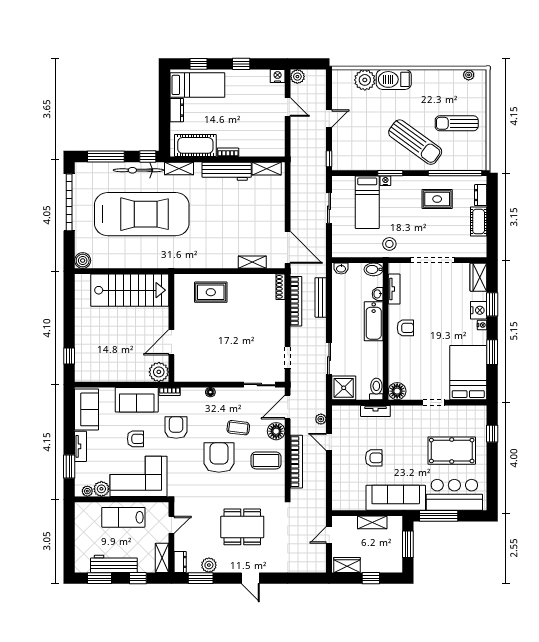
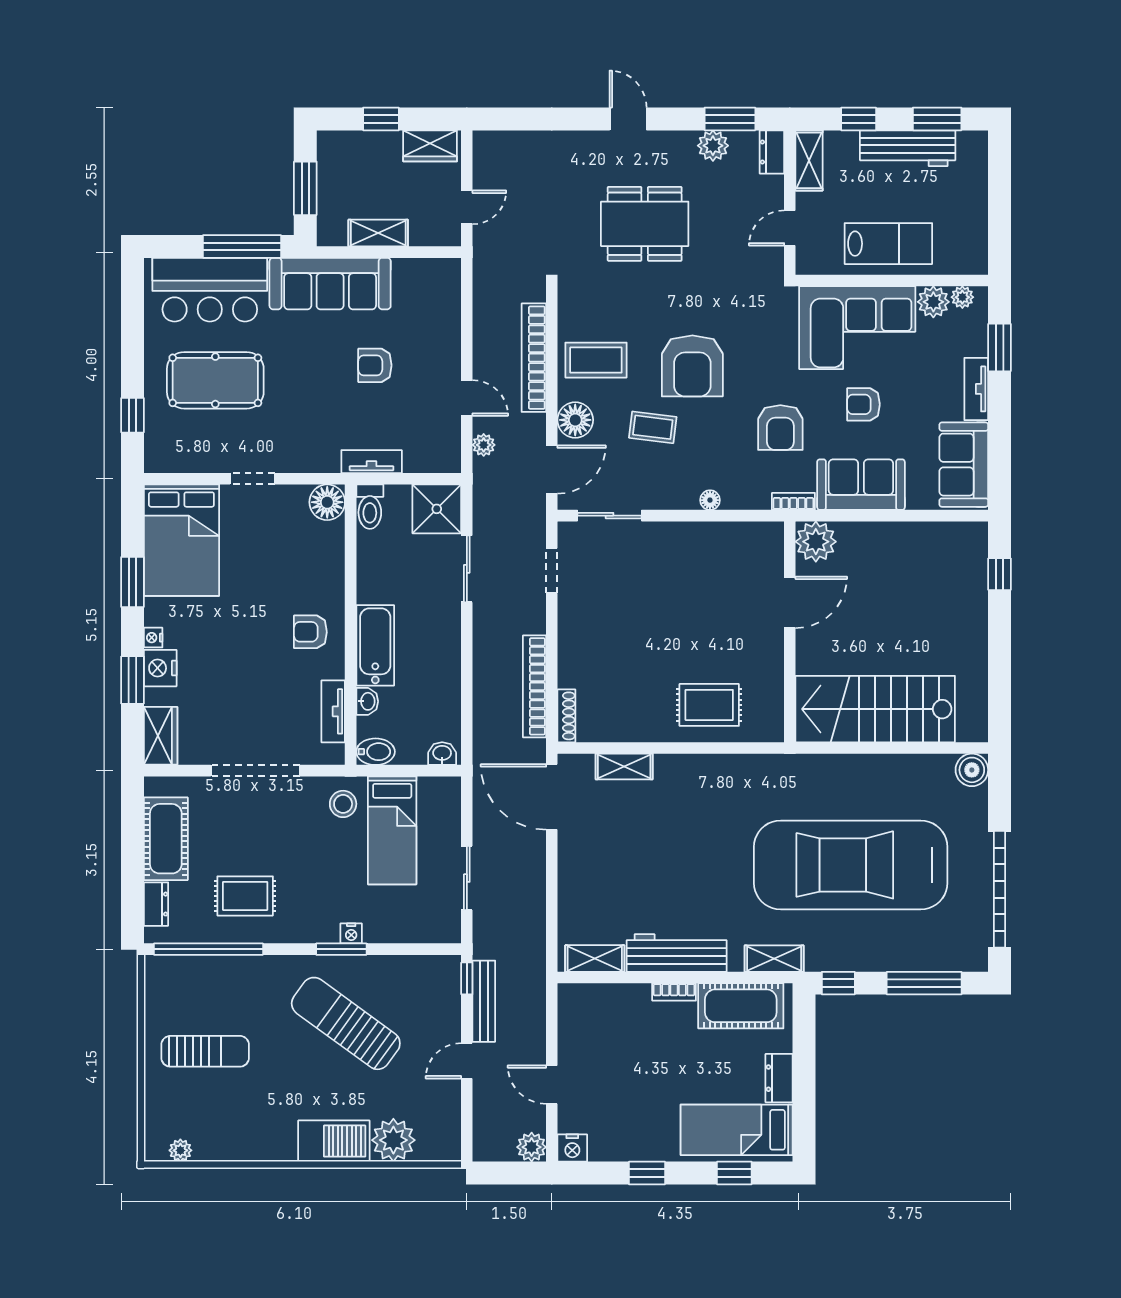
sun lounger: (415, 142) -> (346, 1023), moved
bicycle: (138, 170) -> (857, 955), removed
bed: (367, 202) -> (392, 830), moved, turned 180
cot: (479, 222) -> (166, 839), width x1.37, depth x1.34
bench: (321, 297) -> (484, 1001), moved

